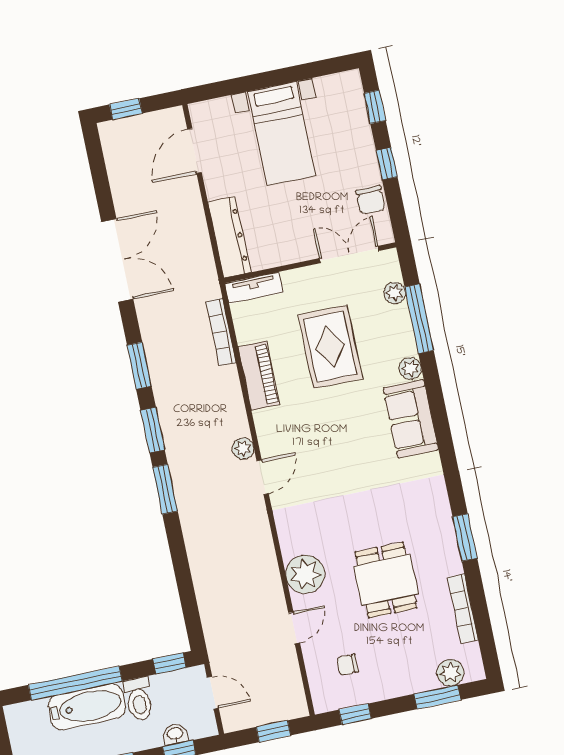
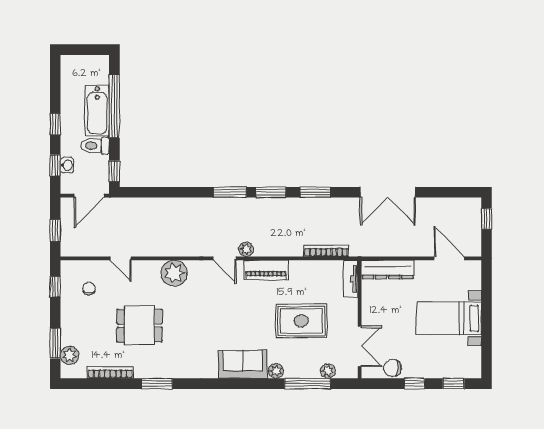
piano: (259, 376) -> (266, 270), moved
plant: (305, 574) -> (174, 273), moved
door: (213, 693) -> (89, 196), width x1.38

